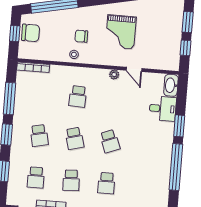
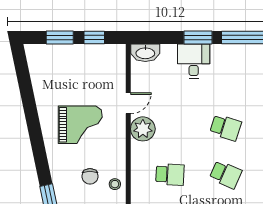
plant: (114, 75) -> (143, 129), width x1.88, depth x1.88
desk: (163, 109) -> (194, 61), moved
school desk: (74, 138) -> (226, 174), turned 39
school desk: (110, 141) -> (226, 128), turned 39

